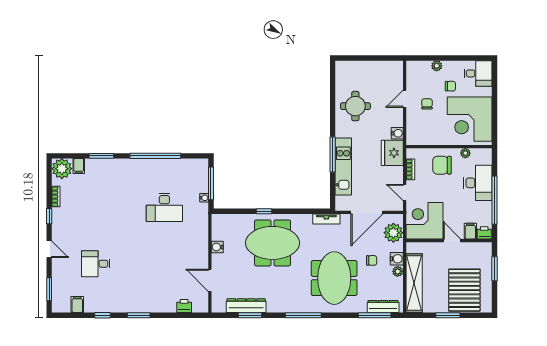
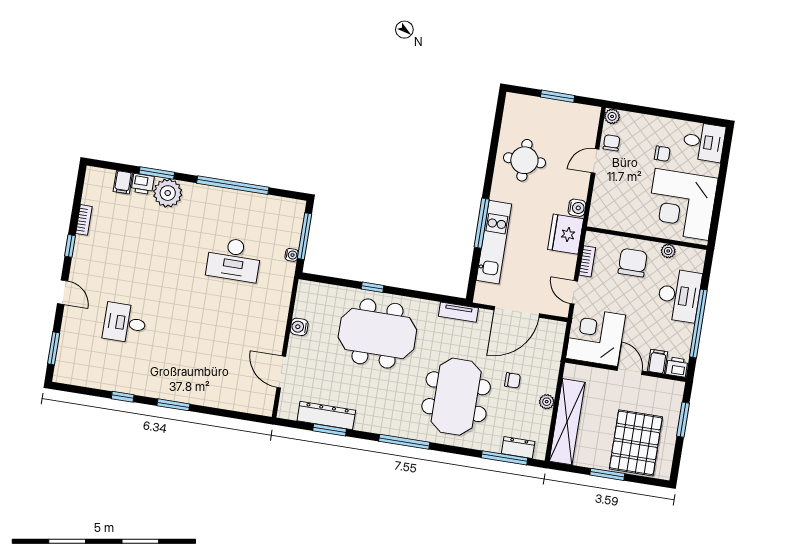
window: (371, 58) -> (558, 96), added
plant: (437, 66) -> (612, 116), moved
chair: (427, 104) -> (612, 143), moved
chair: (442, 165) -> (633, 263), turned 90
plant: (62, 169) -> (168, 193), moved
plant: (393, 233) -> (549, 346), removed
water cooler: (397, 259) -> (548, 384), removed
filing cabinet: (77, 305) -> (90, 376), removed
printer: (184, 306) -> (143, 184), moved, turned 180
dresser: (383, 306) -> (518, 447), width x0.70

